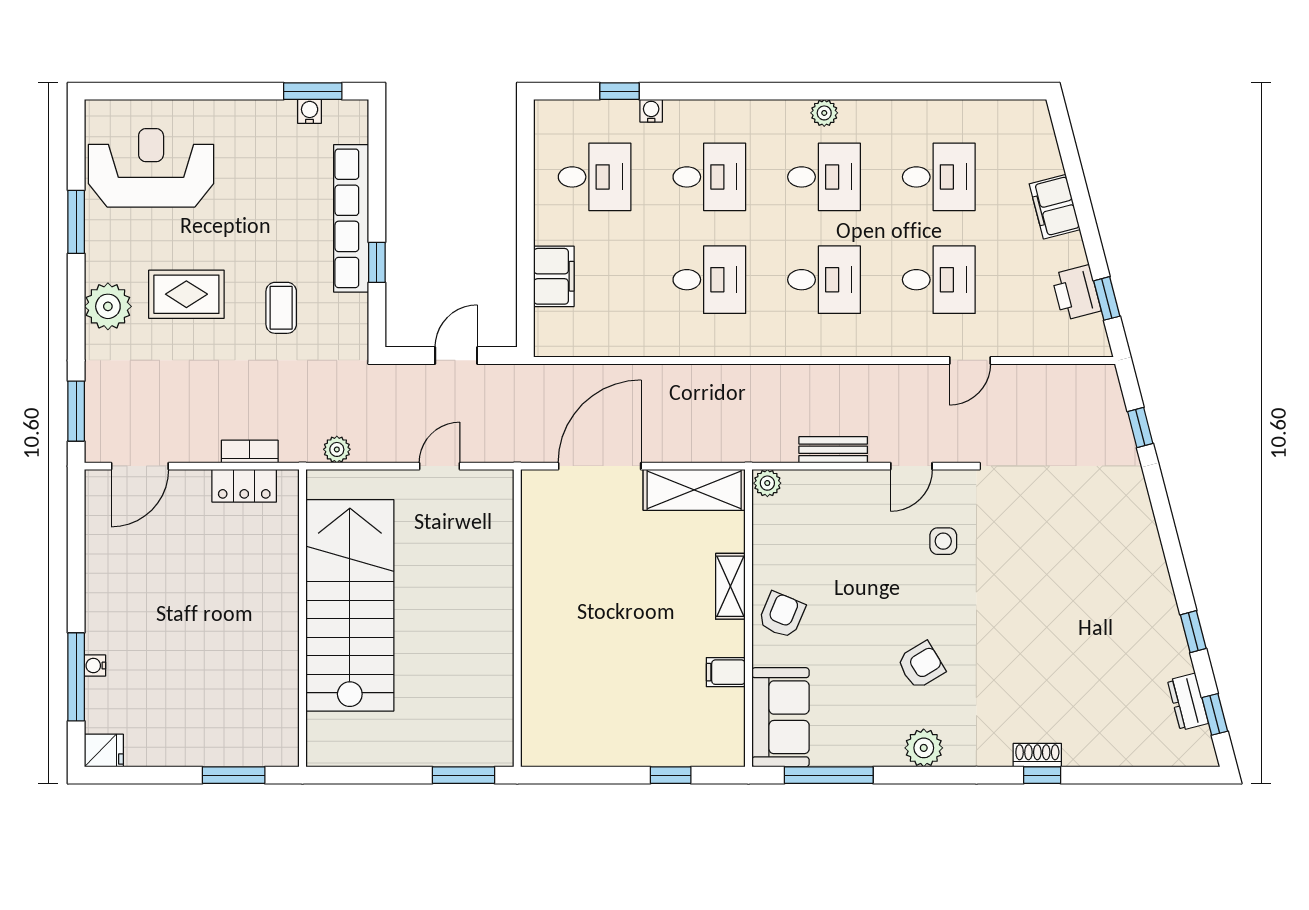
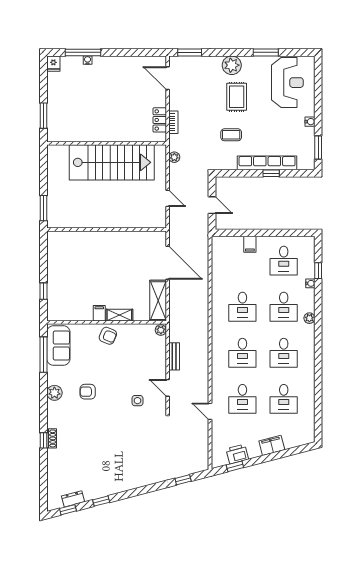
water cooler: (310, 111) -> (310, 122), moved
plant: (824, 113) -> (309, 318), moved
window: (377, 262) -> (271, 173), moved
filing cabinet: (554, 276) -> (250, 244), width x0.50
armchair: (921, 665) -> (88, 392), turned 121
filing cabinet: (726, 672) -> (99, 313), moved
sofa: (780, 717) -> (58, 346), moved, turned -90

